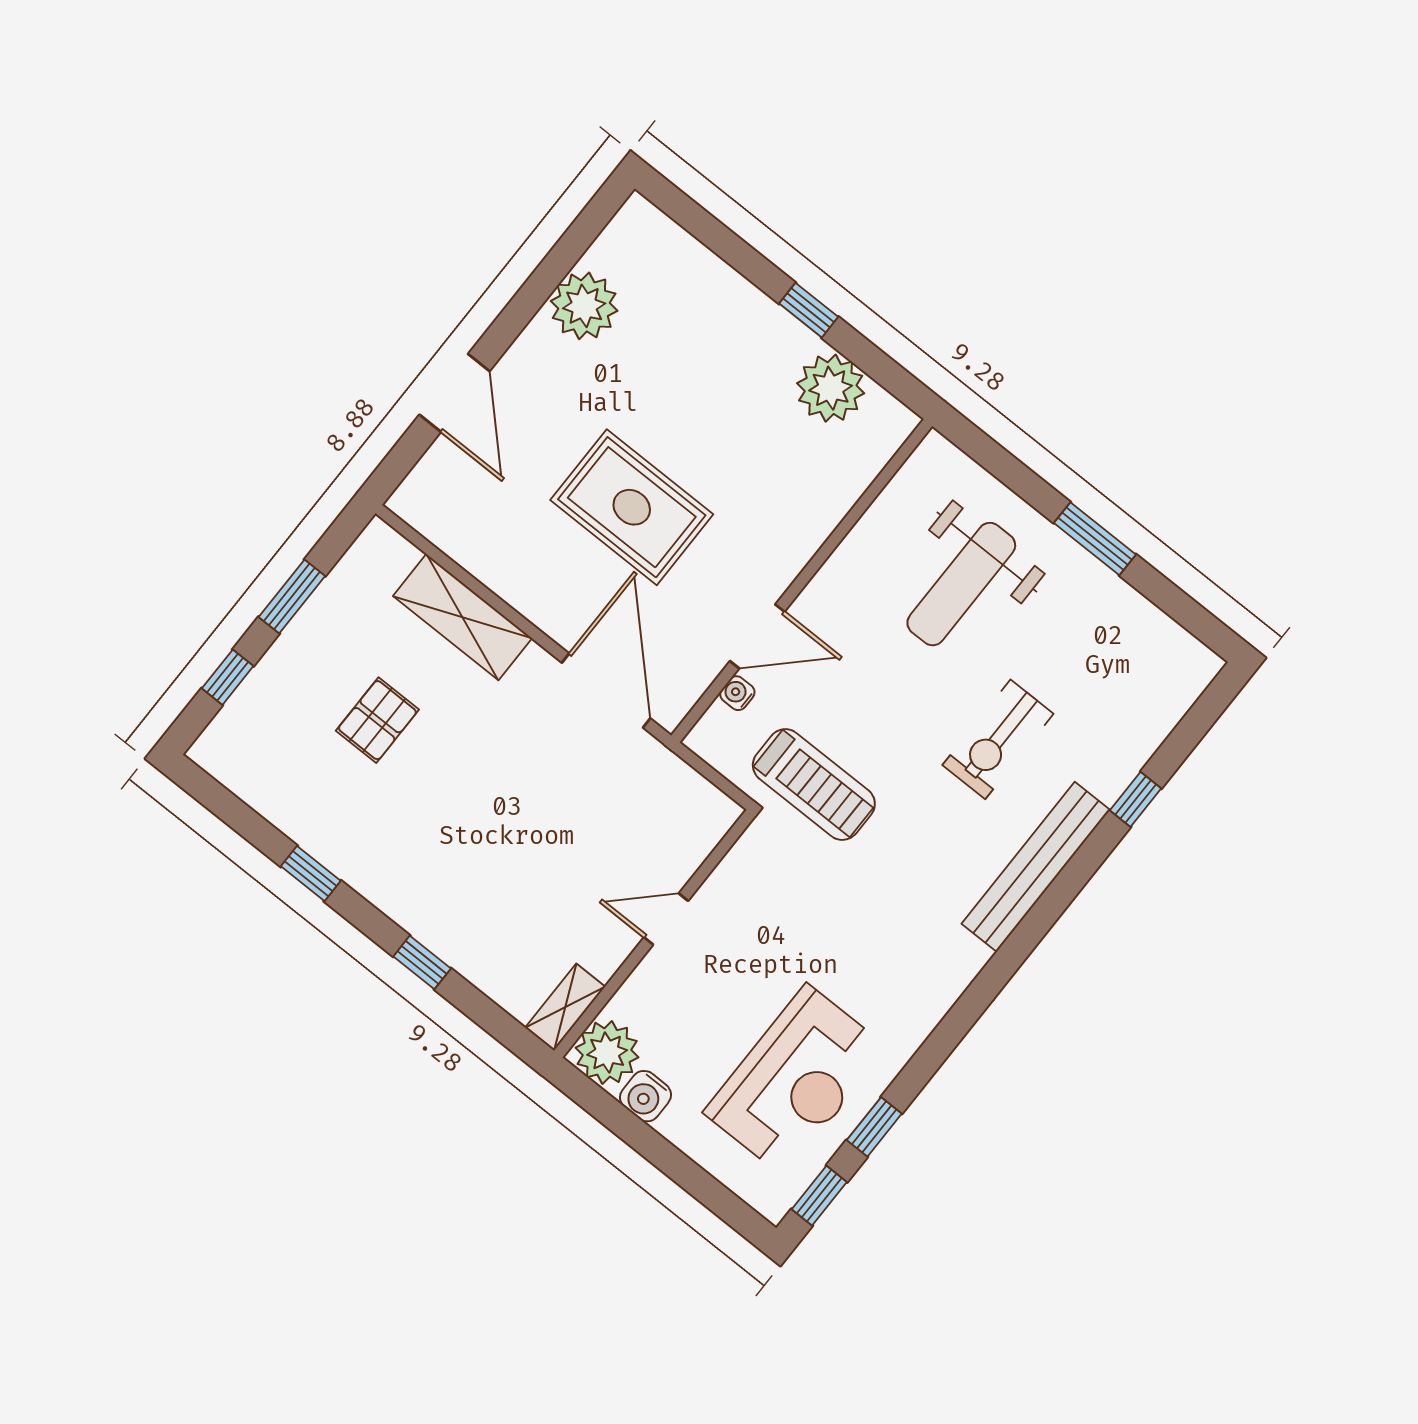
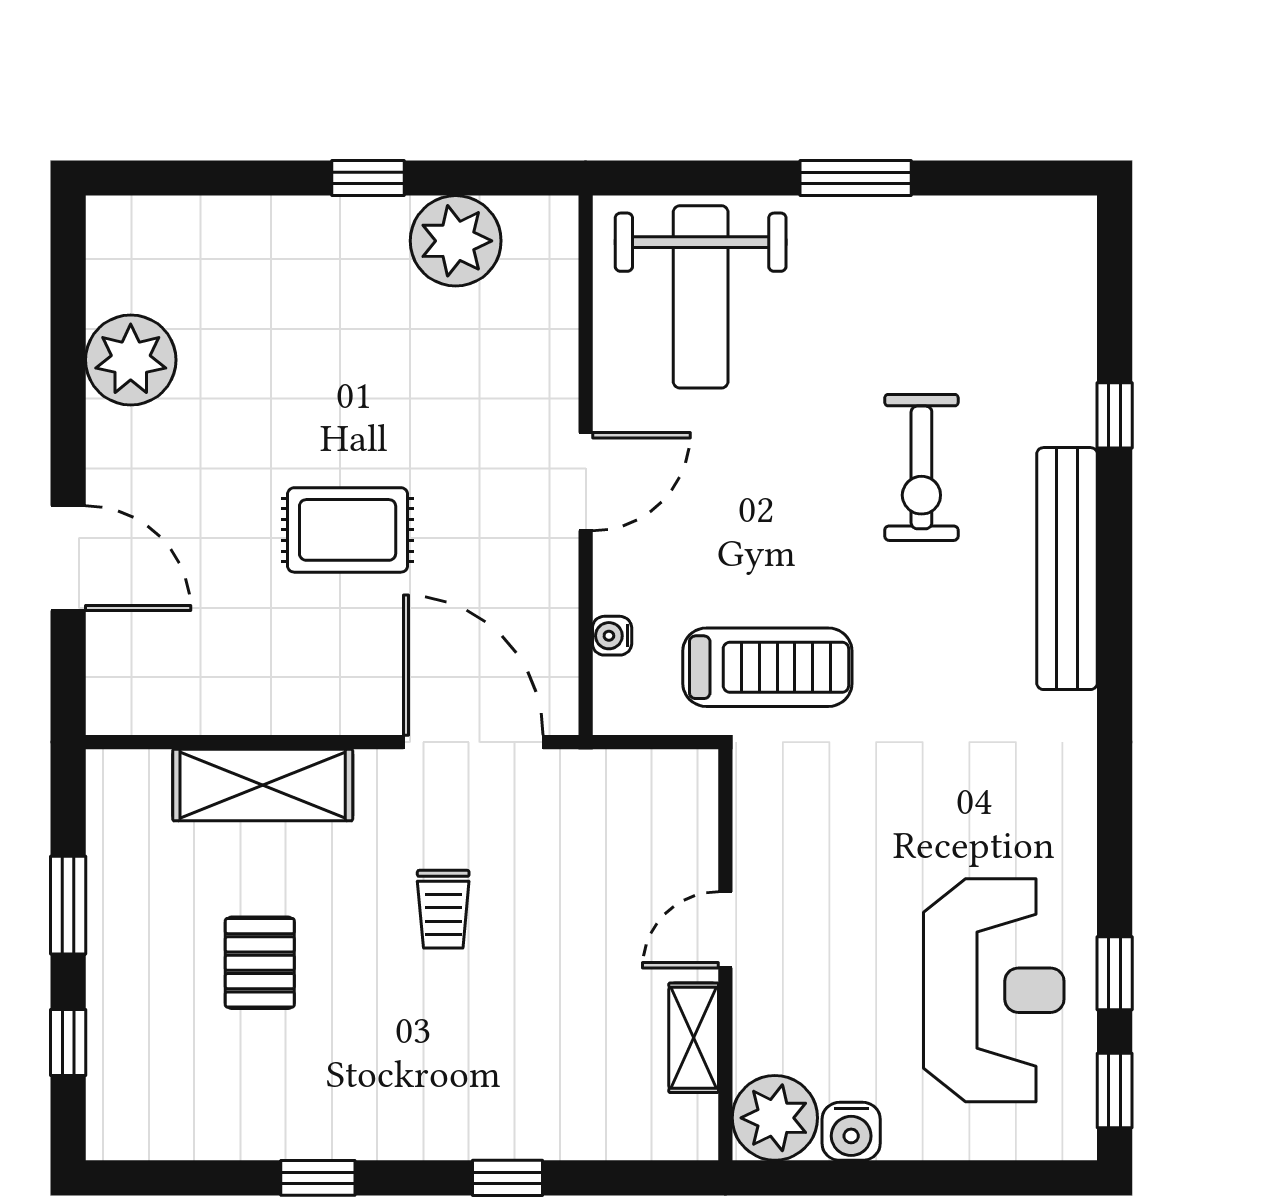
rug: (632, 507) -> (348, 530), width x0.73, depth x0.70
weight bench: (961, 584) -> (701, 297), moved
door: (757, 636) -> (586, 482), moved
trolley: (510, 775) -> (443, 909), added
shelving: (565, 1007) -> (694, 1038), moved

